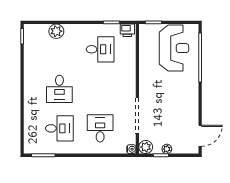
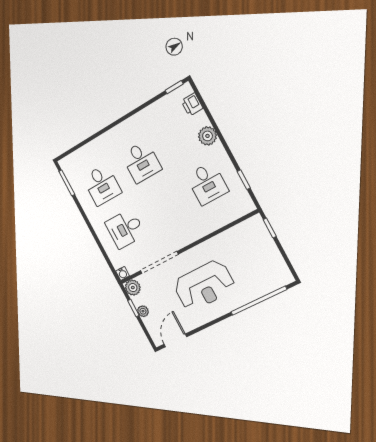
printer: (127, 30) -> (192, 105), moved
plant: (56, 31) -> (207, 136), moved
reception desk: (174, 48) -> (204, 286), moved
desk: (59, 89) -> (141, 162), turned -90
desk: (100, 128) -> (125, 229), turned 180
door: (200, 136) -> (175, 340), swing flipped

